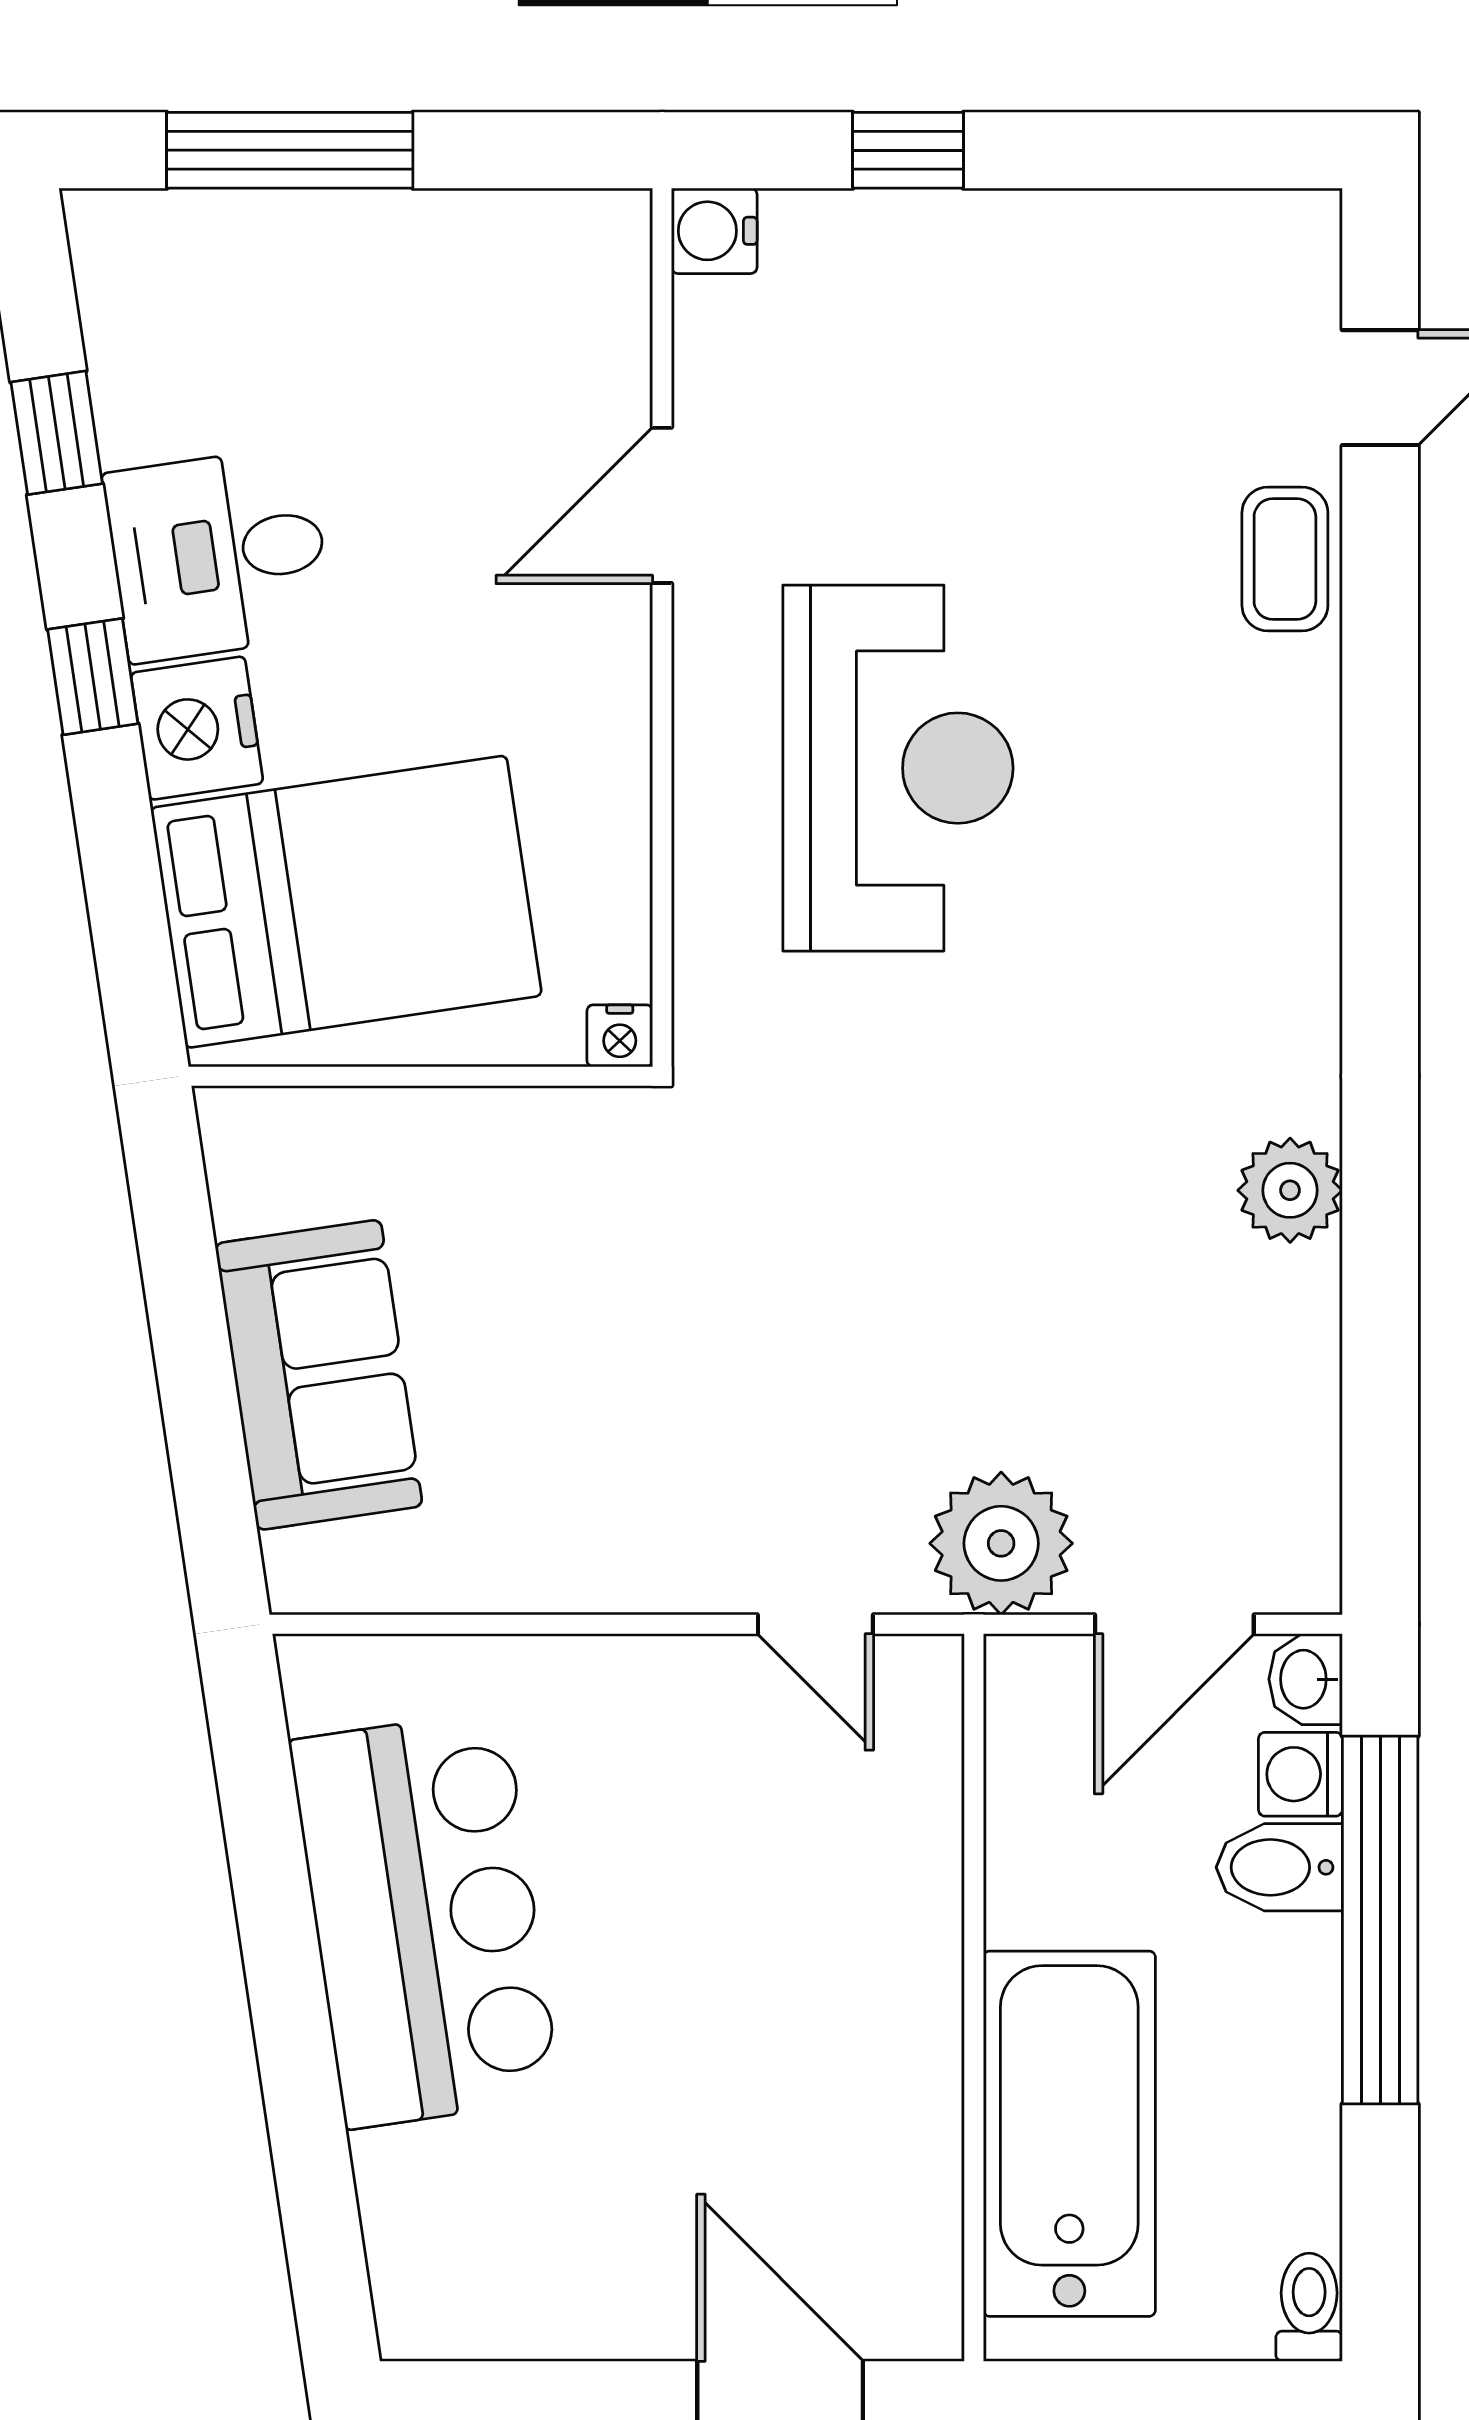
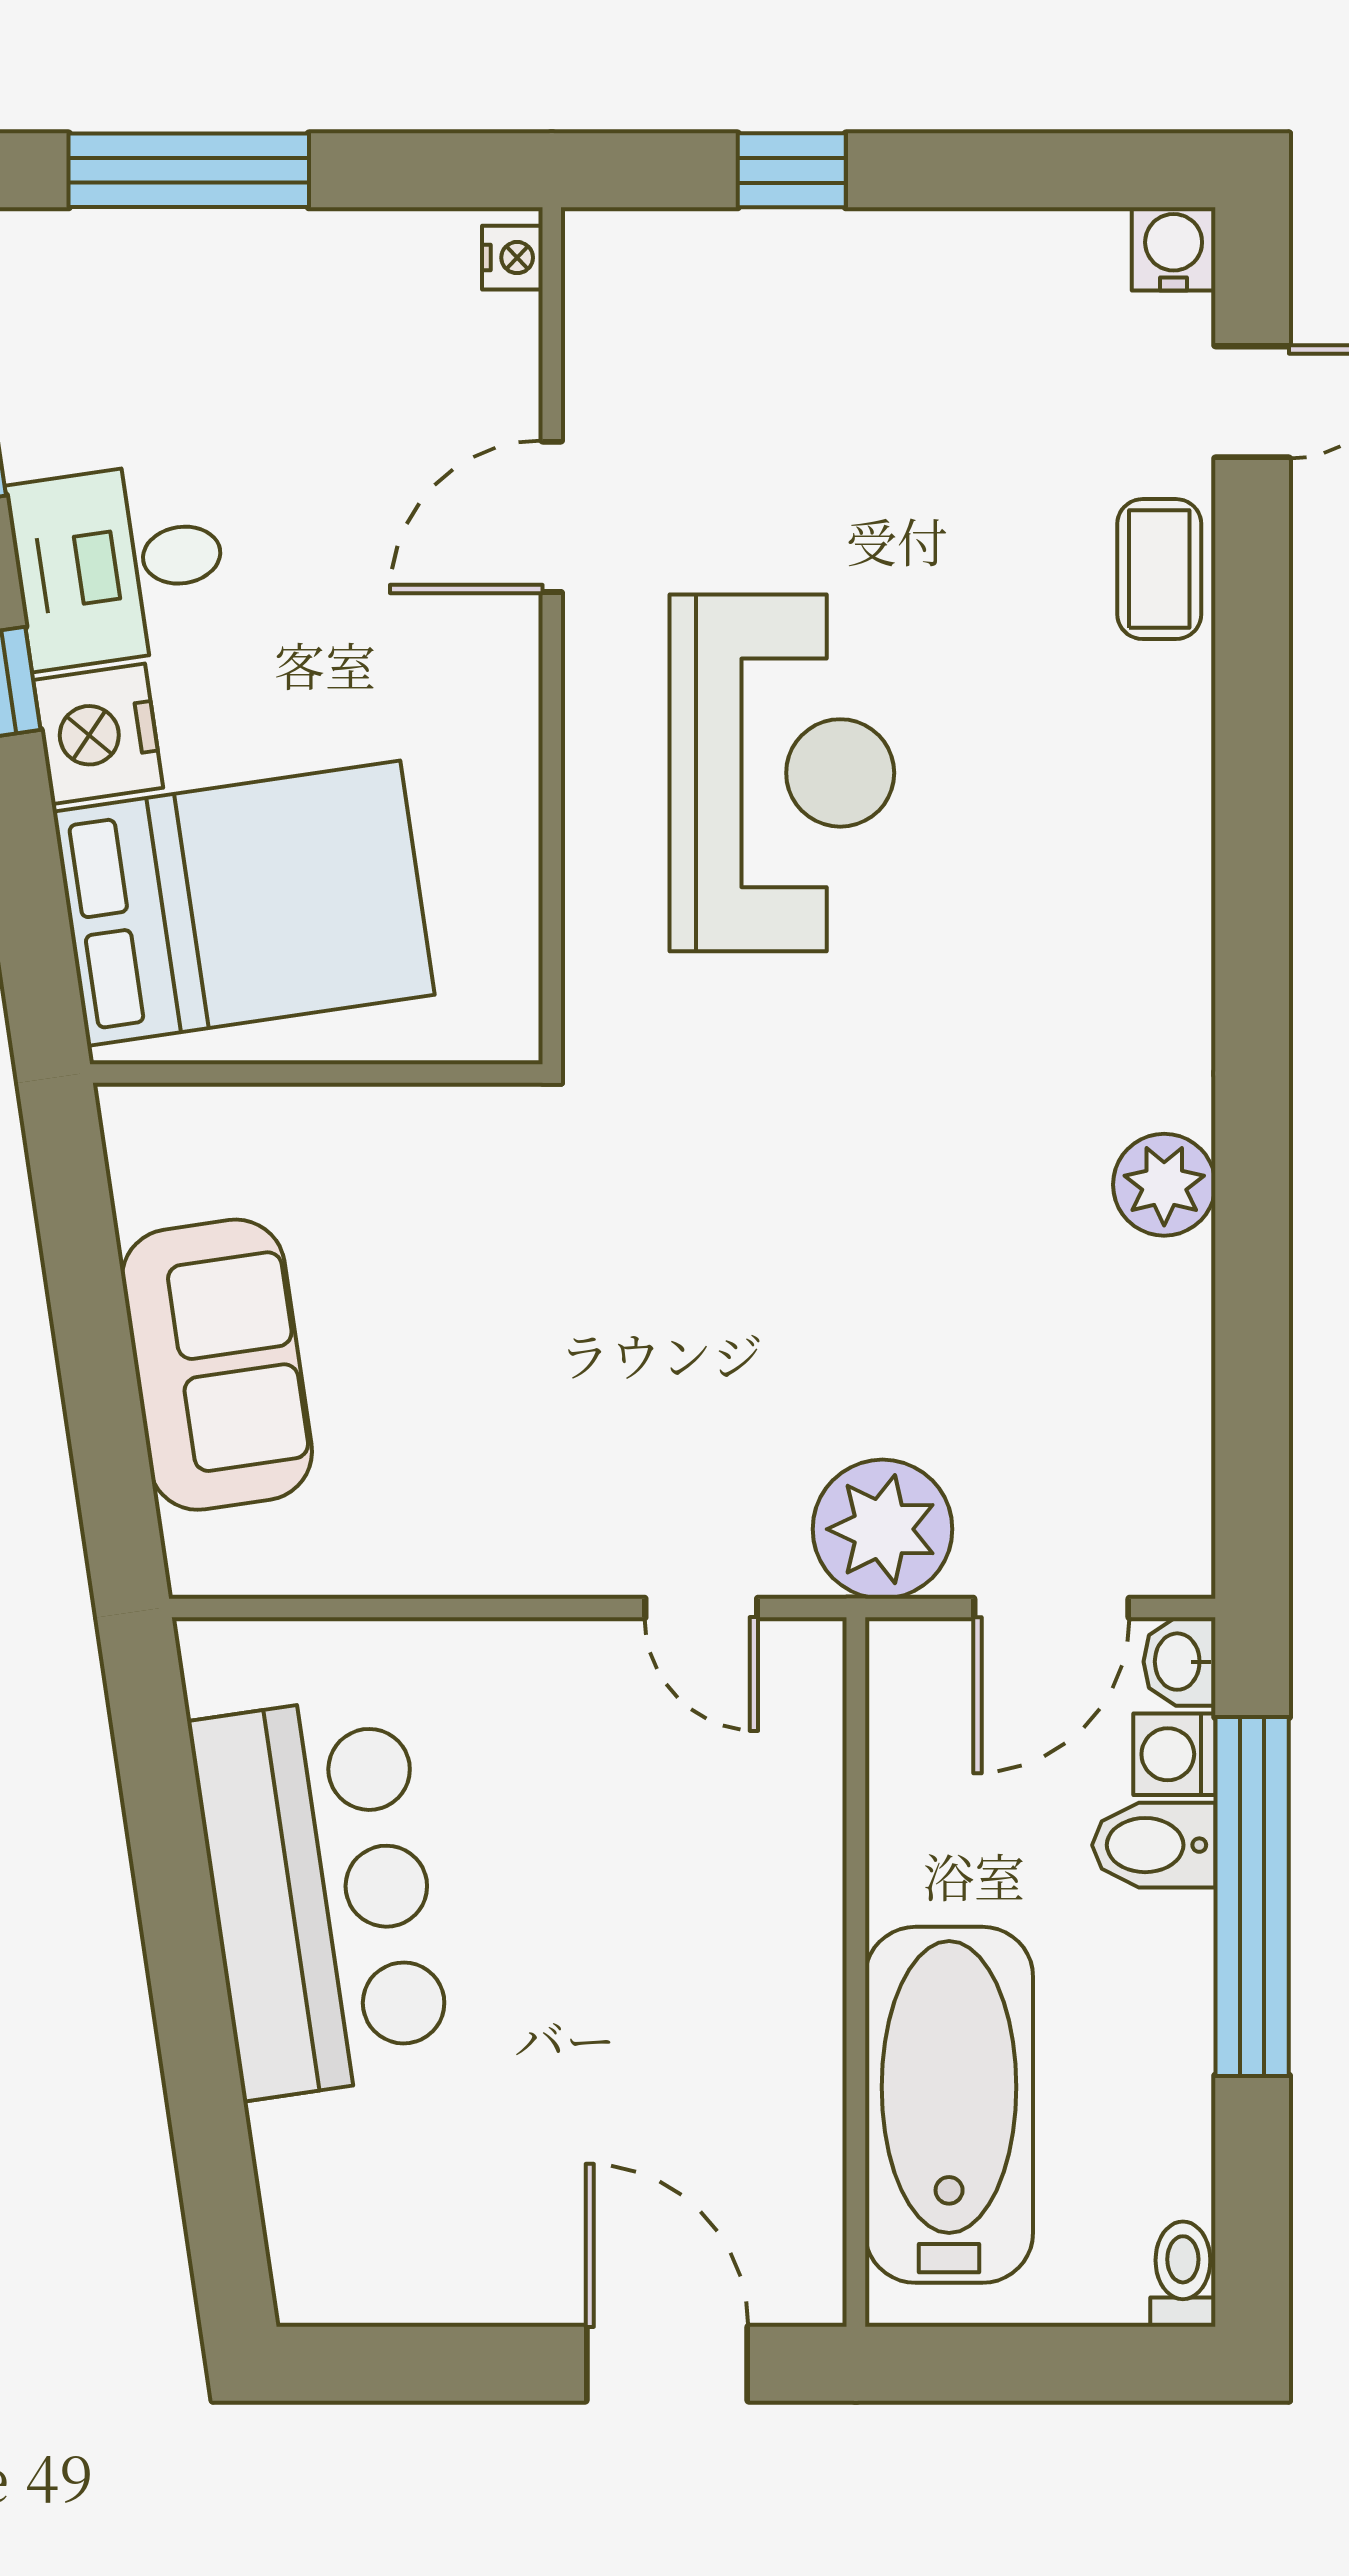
water cooler: (714, 231) -> (1174, 249), moved, turned 90
nightstand: (620, 1036) -> (512, 258), moved, turned -90

